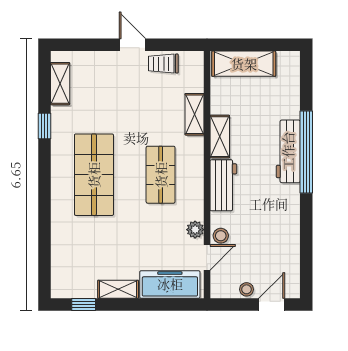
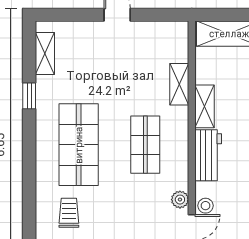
trolley: (163, 64) -> (69, 213), moved, turned 90

